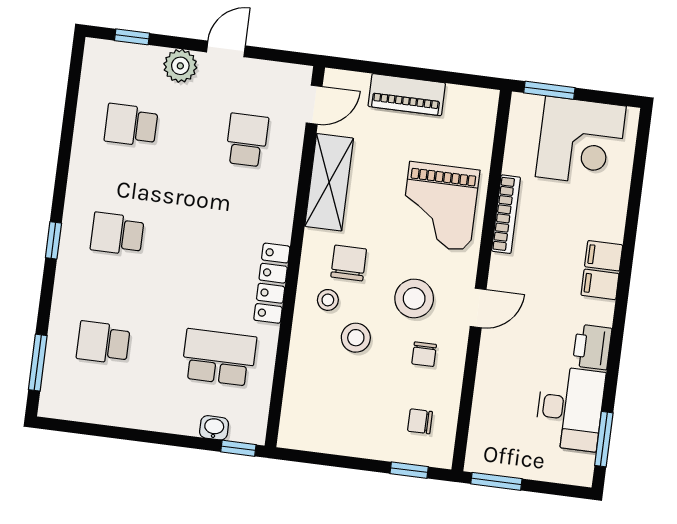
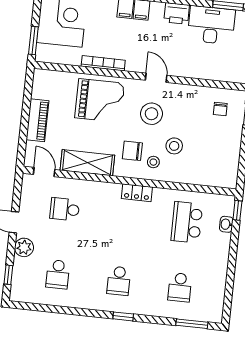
locker: (272, 283) -> (137, 193), width x0.66
chair: (424, 354) -> (183, 107), removed

